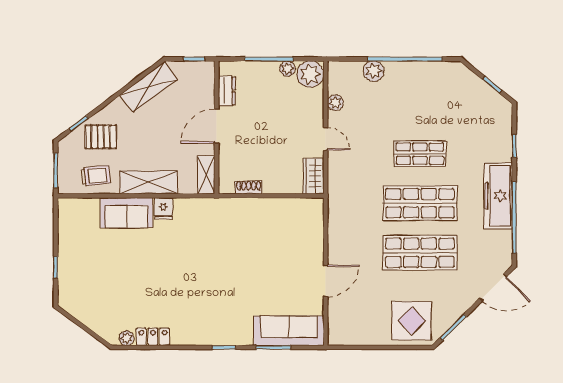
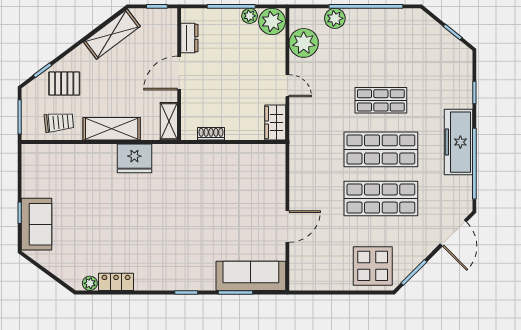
plant: (335, 103) -> (304, 43), width x1.88, depth x1.88
fridge: (163, 209) -> (134, 158), width x1.88, depth x1.34
sofa: (127, 213) -> (36, 224), moved, turned -90
door: (493, 287) -> (453, 233), hinge flipped

